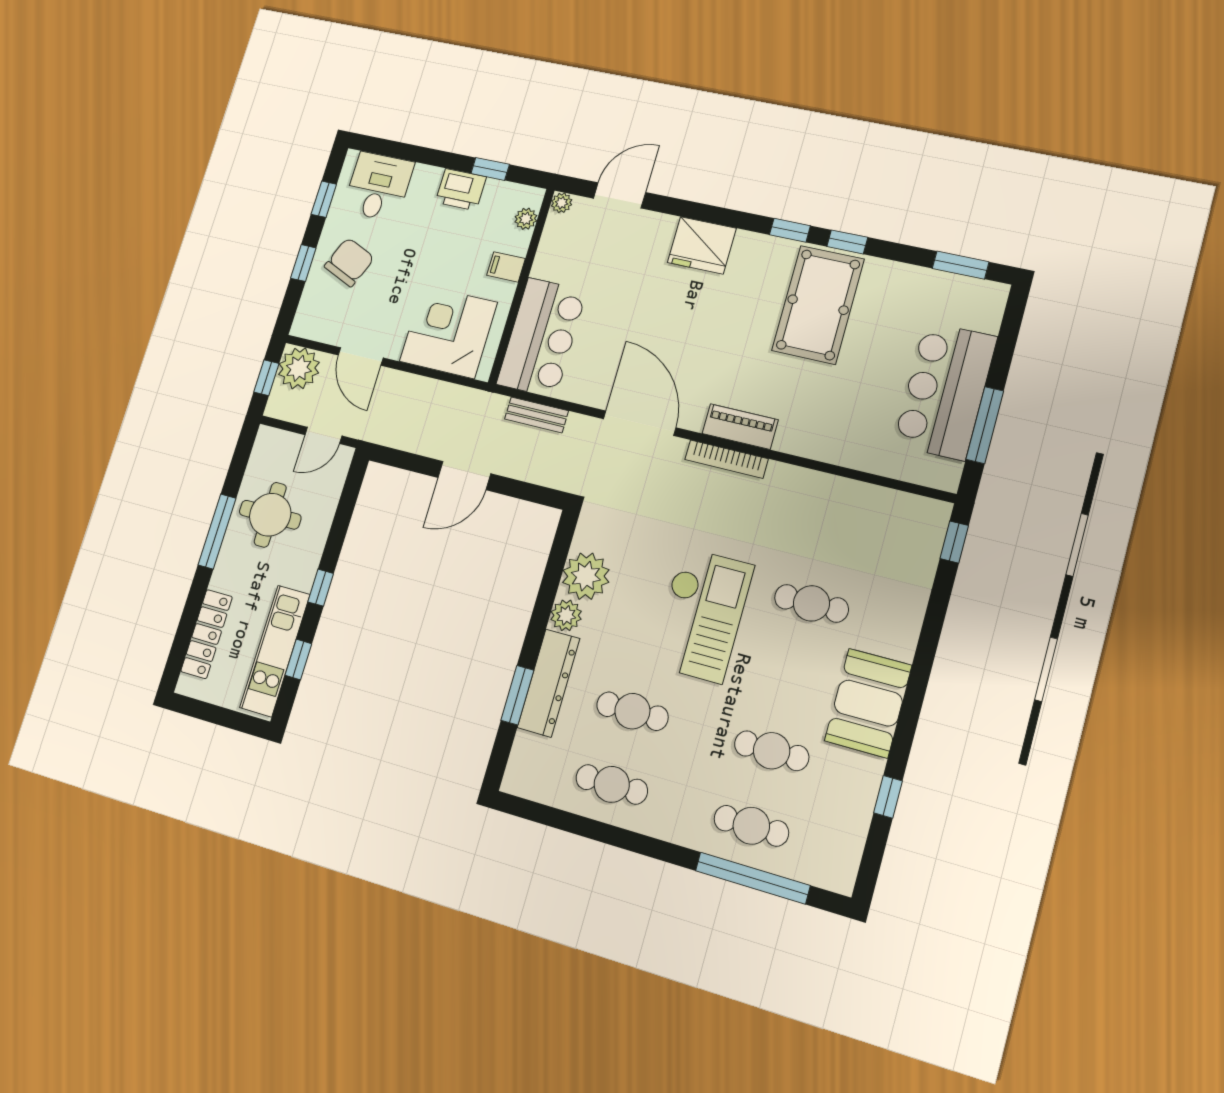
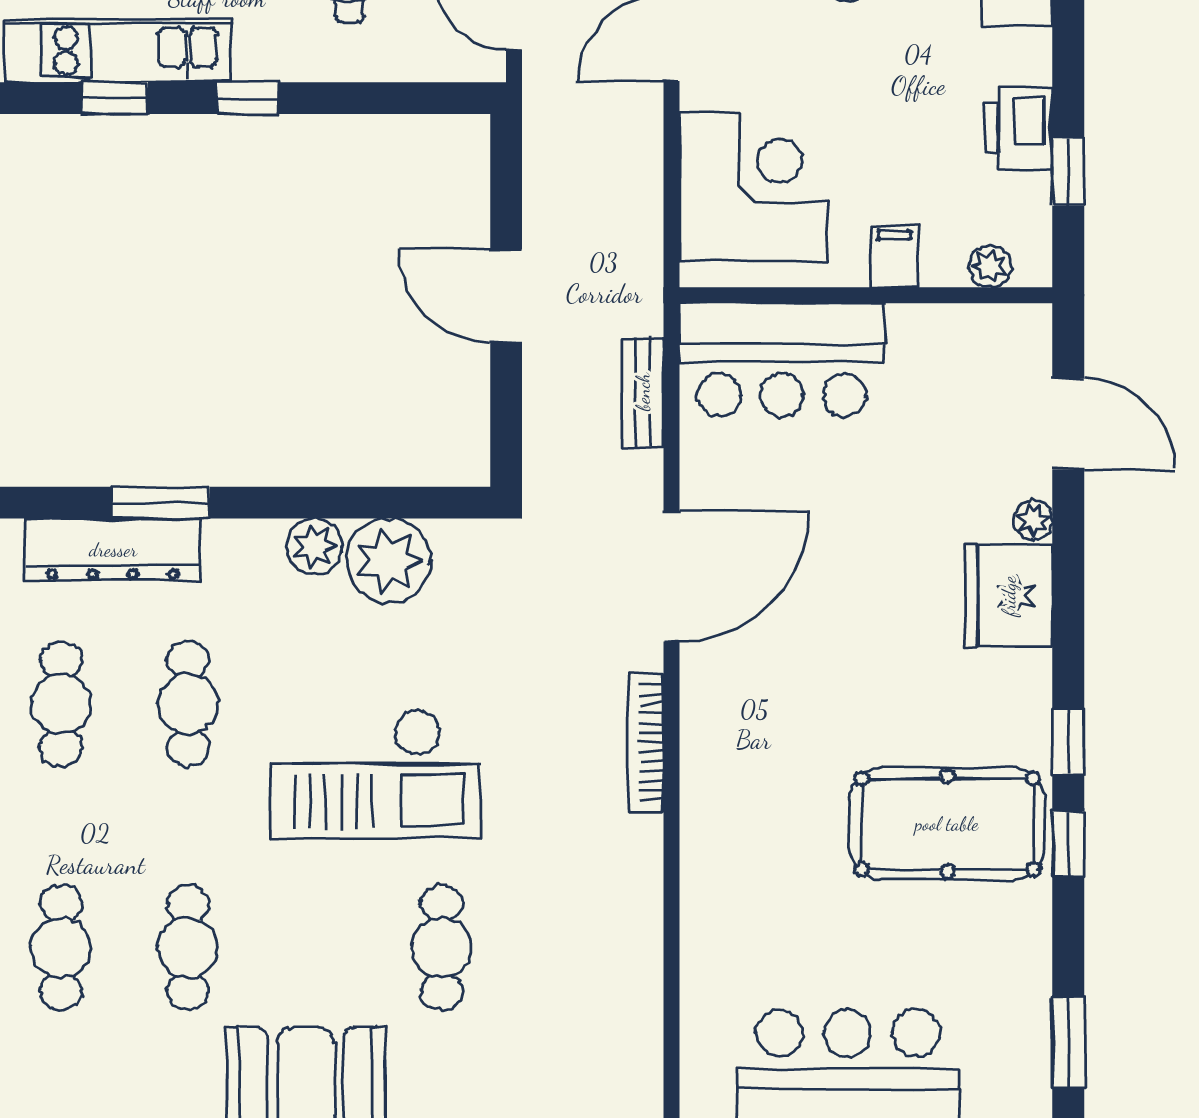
plant: (562, 203) -> (1033, 520), moved
piano: (740, 427) -> (707, 750), removed
dresser: (548, 683) -> (113, 550), moved

